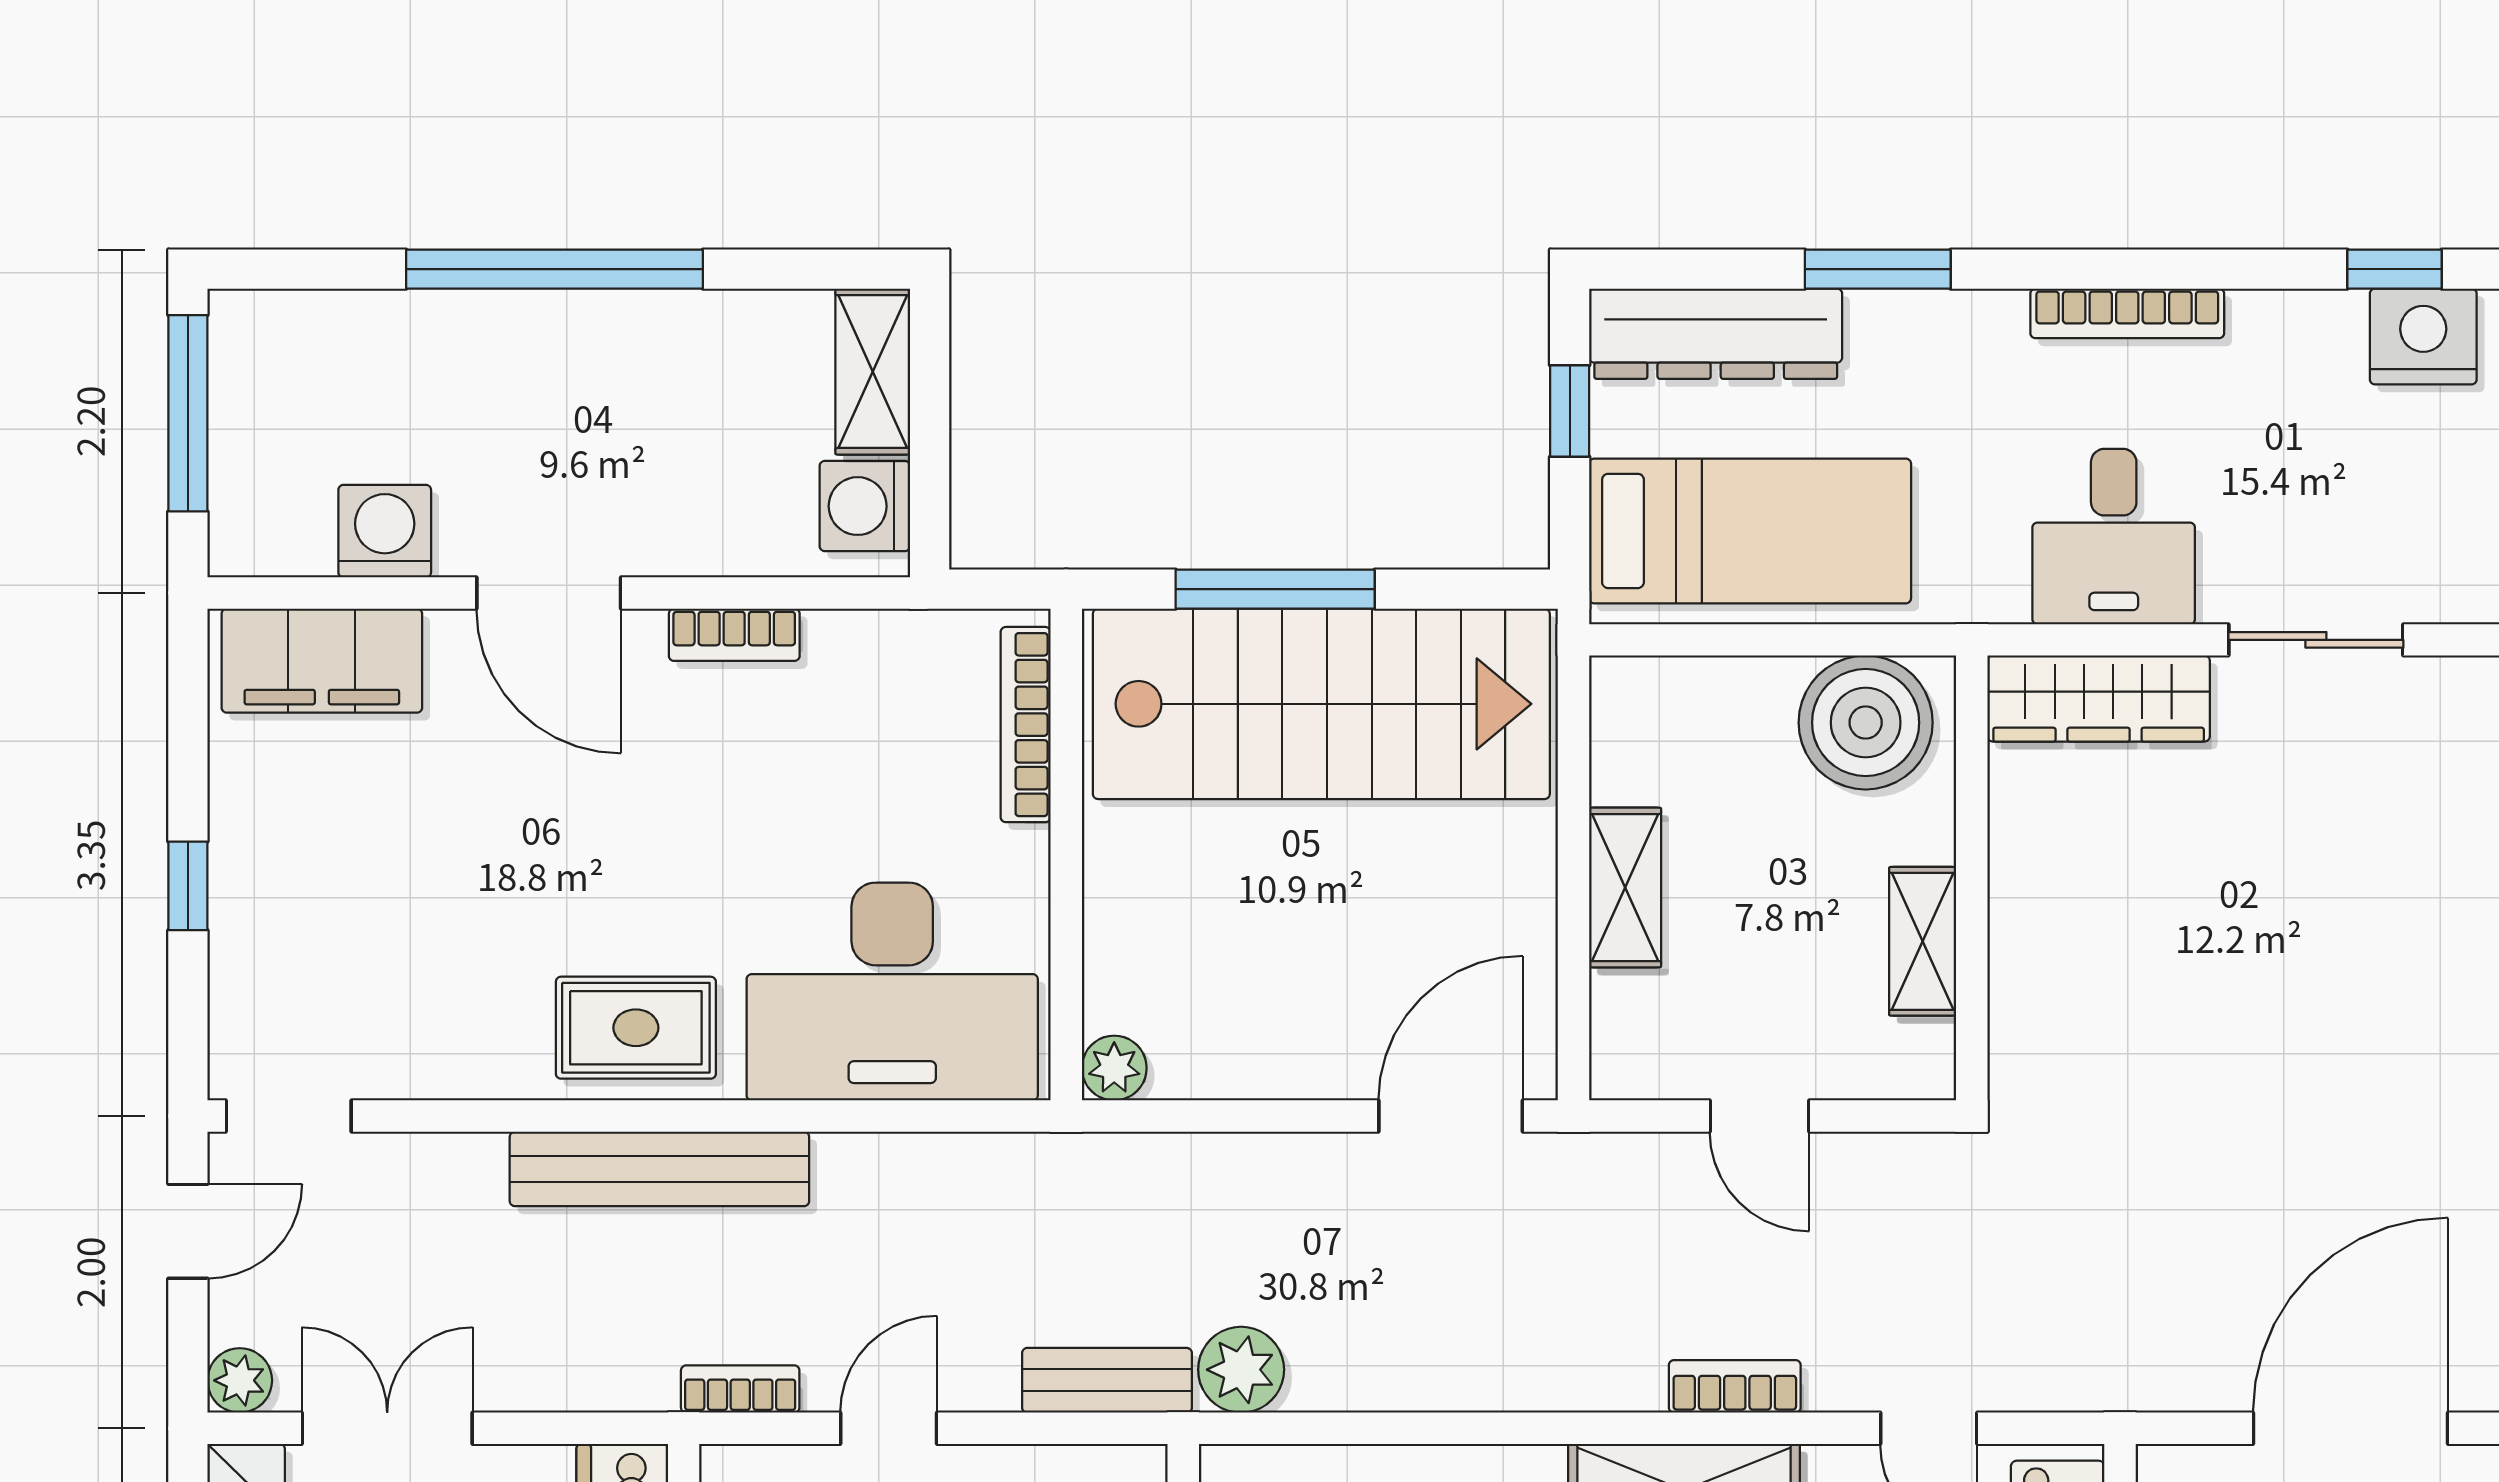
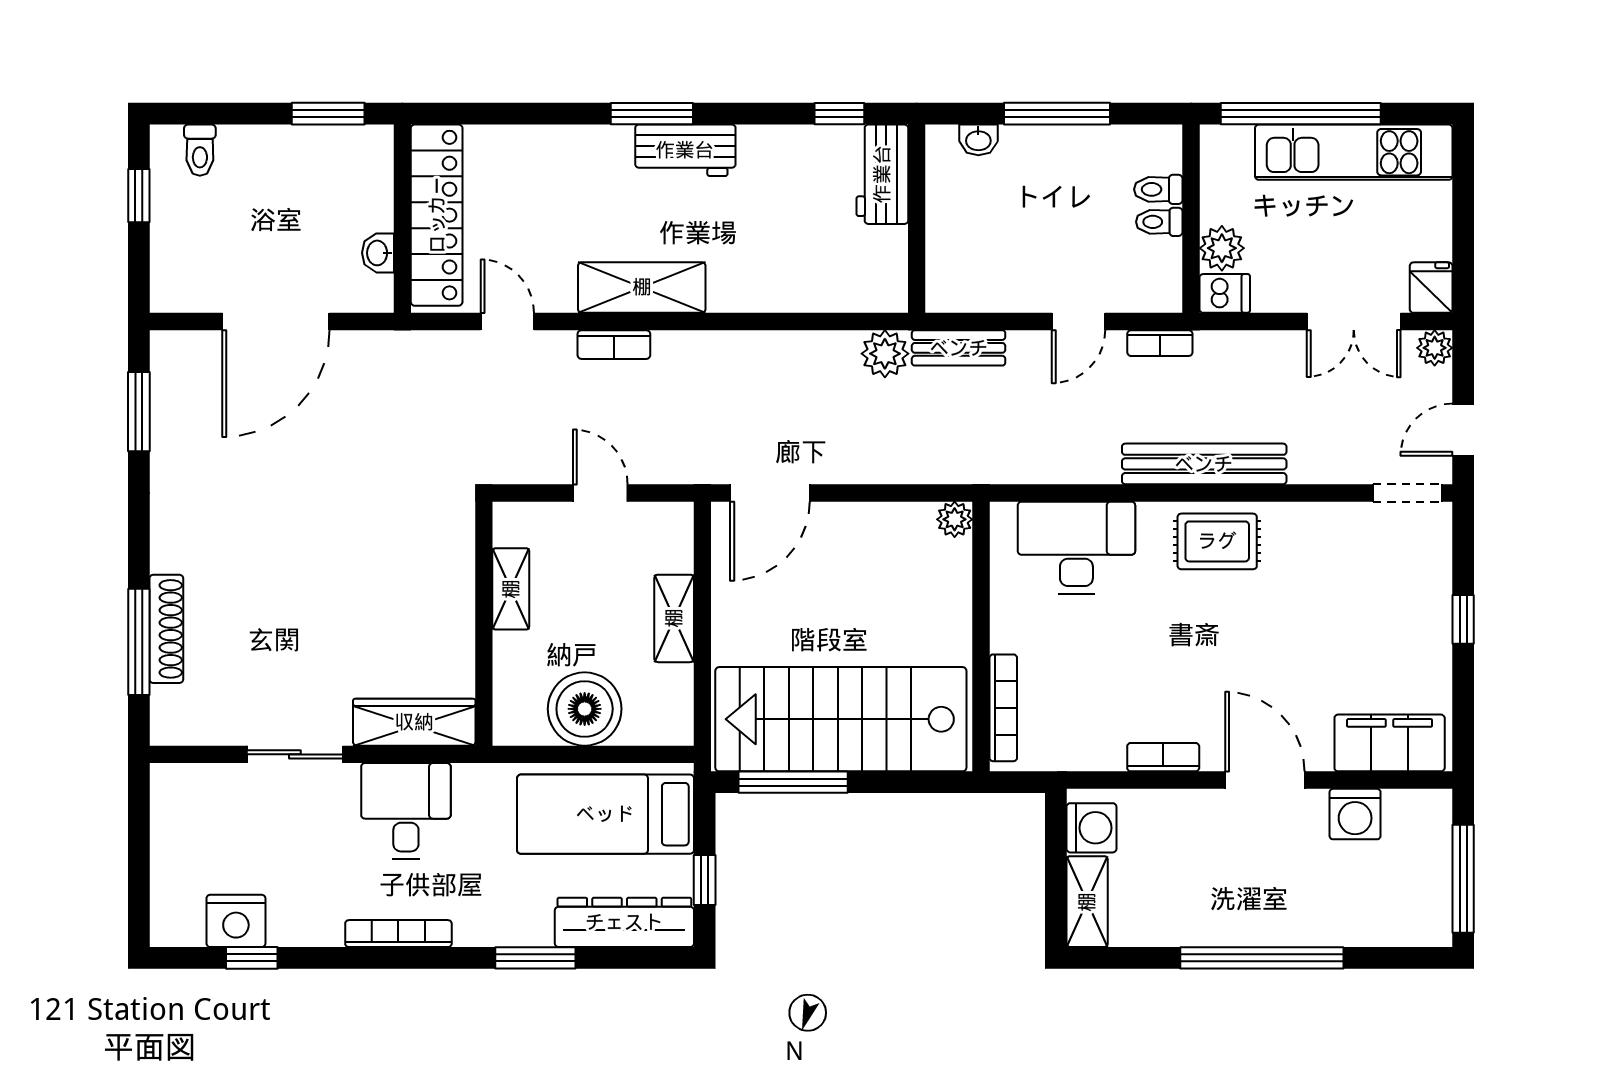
window: (1275, 589) -> (793, 782), moved
boiler: (1866, 723) -> (585, 709), moved
desk: (892, 991) -> (1076, 548), width x0.73, depth x0.77

